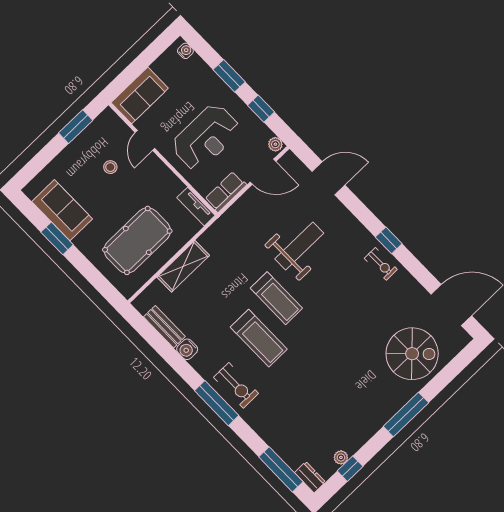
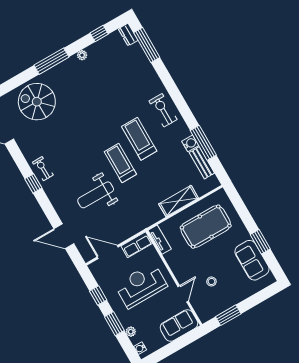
plant: (275, 144) -> (131, 332), moved
window: (217, 403) -> (203, 143), moved
plant: (341, 457) -> (82, 55), moved

